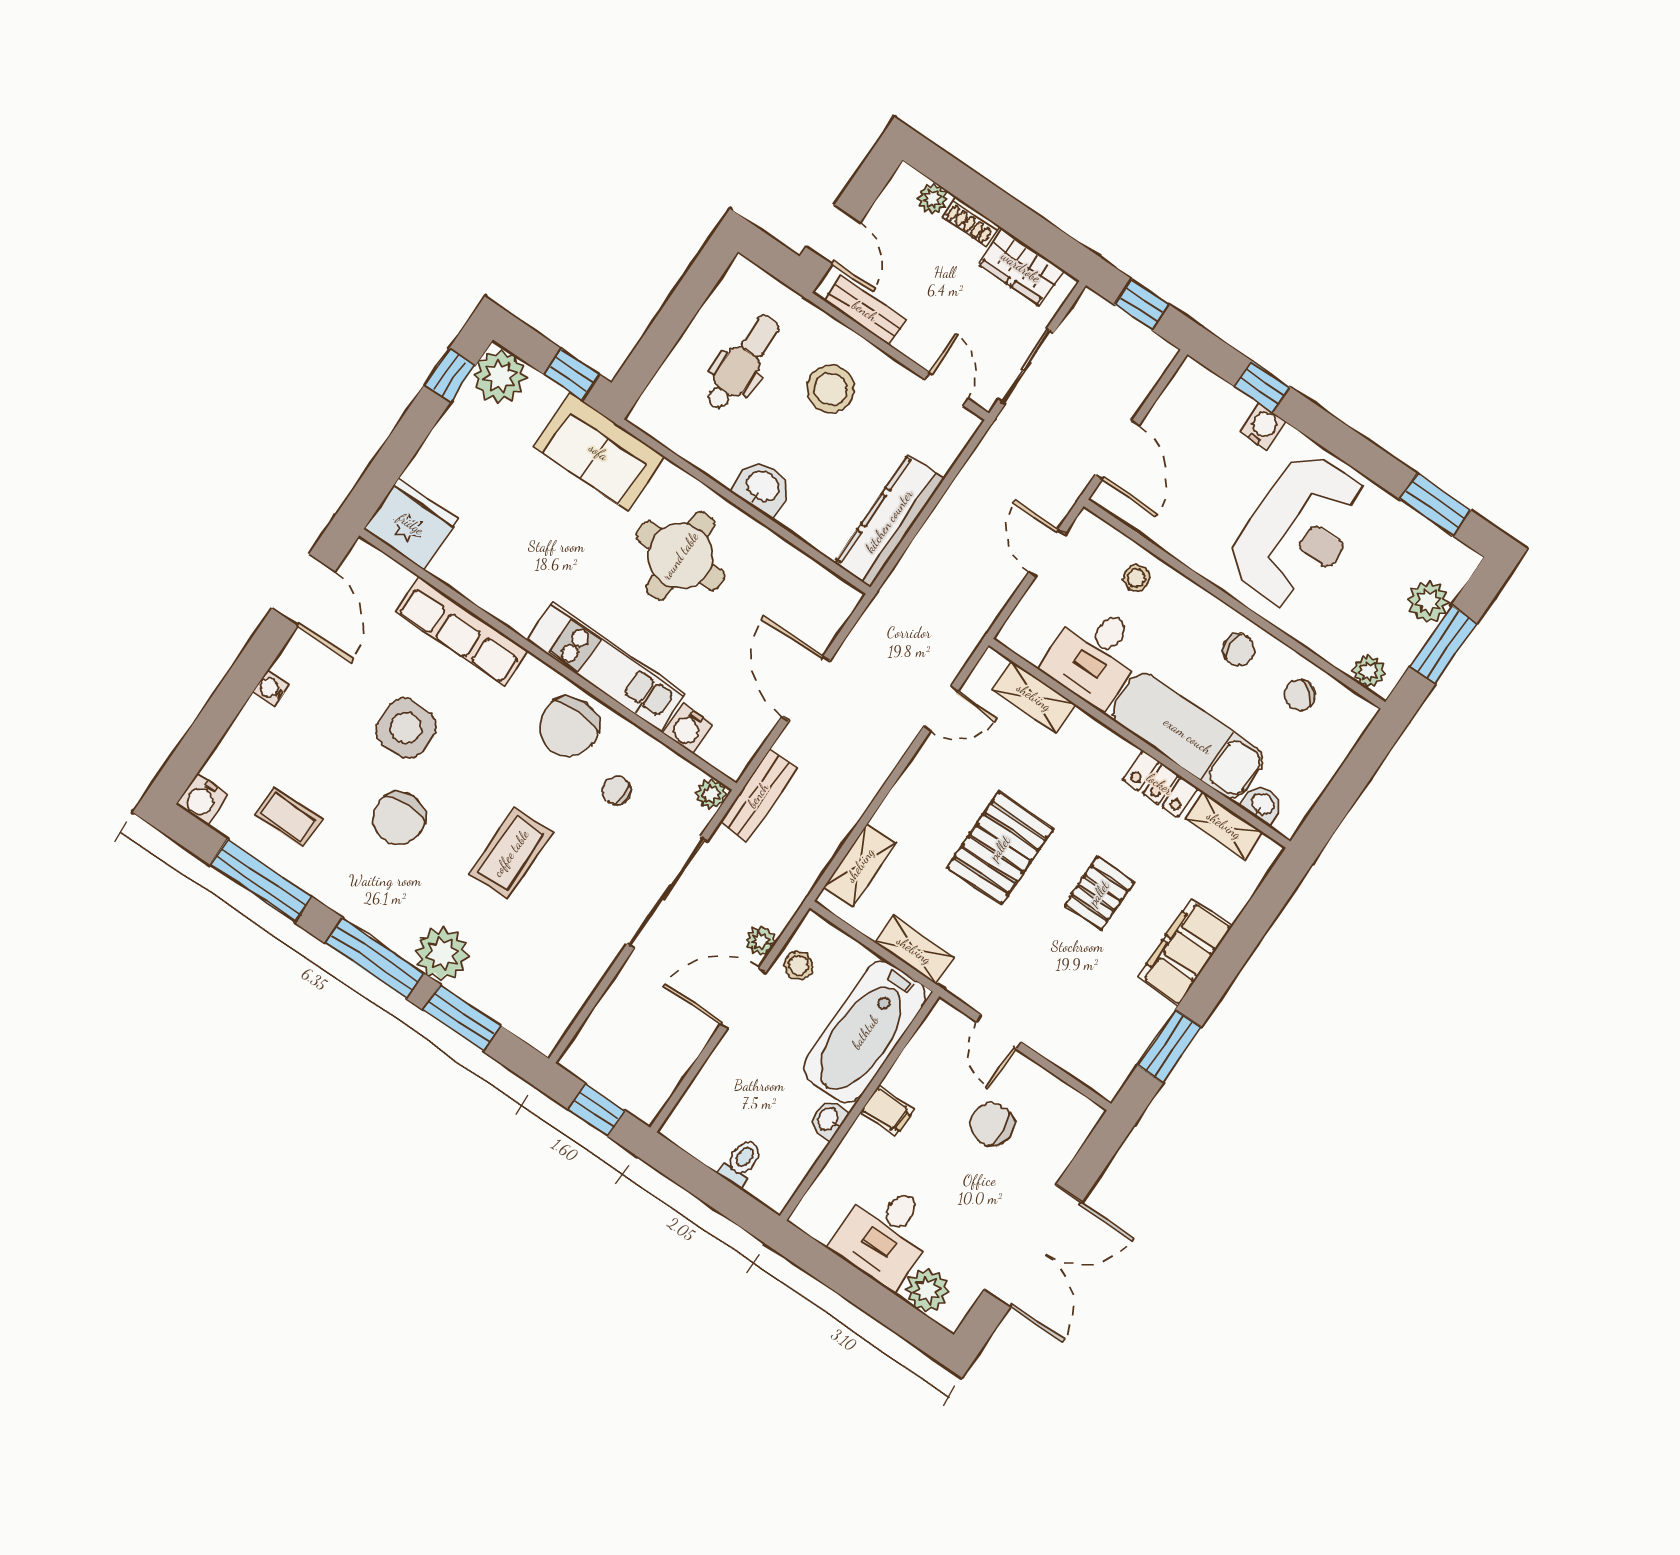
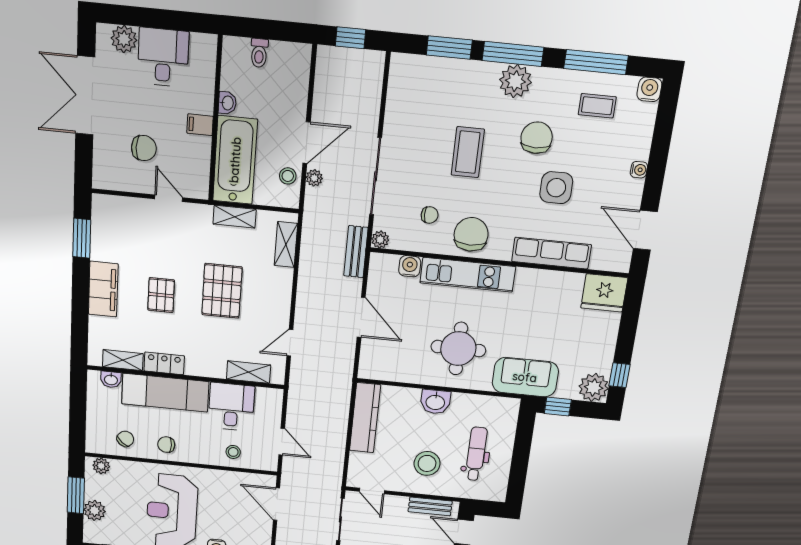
dental chair: (742, 363) -> (476, 454), turned 180
plant: (442, 953) -> (515, 81), moved

